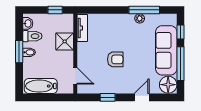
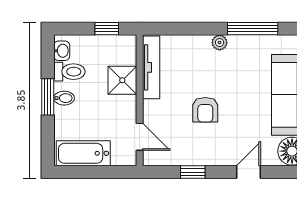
plant: (140, 18) -> (220, 43), moved
tv unit: (82, 28) -> (151, 67), width x1.41
armchair: (115, 59) -> (205, 110), turned 90

